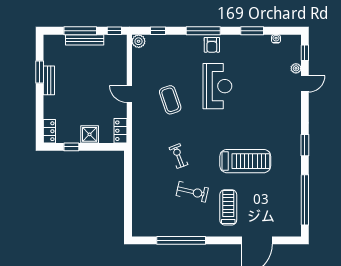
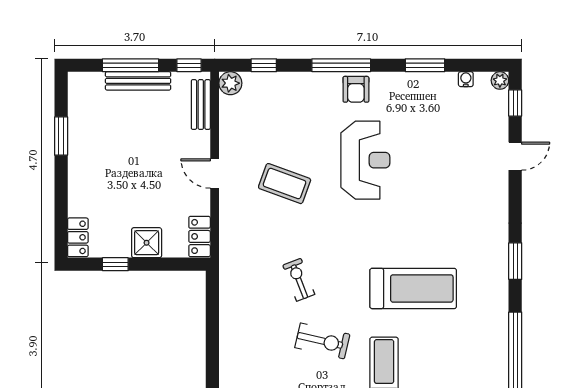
plant: (296, 68) -> (500, 80), moved
bench: (49, 80) -> (201, 105), moved
coffee table: (170, 100) -> (285, 184), turned -51

